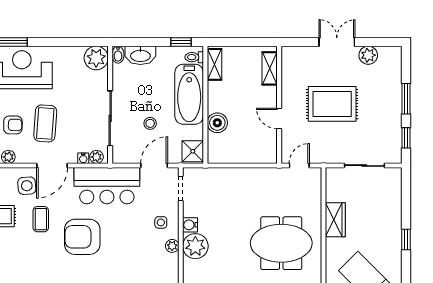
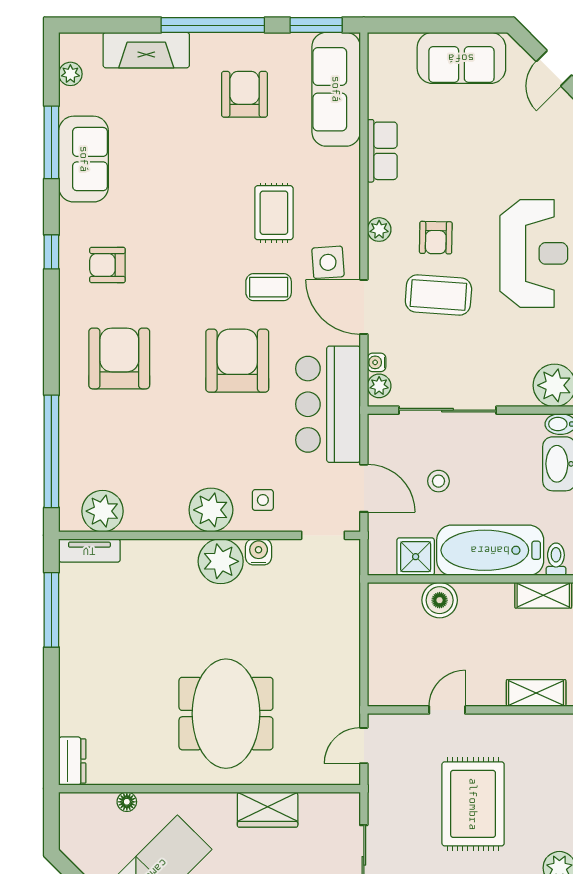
shower: (193, 151) -> (416, 557), moved
door: (299, 166) -> (364, 746), swing flipped
plant: (172, 246) -> (211, 510), width x1.88, depth x1.88

